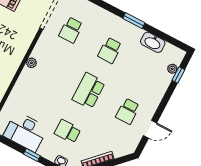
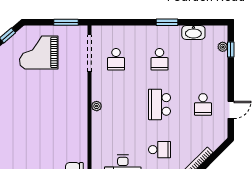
school desk: (68, 131) -> (160, 150), turned 180

